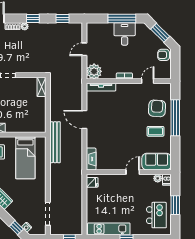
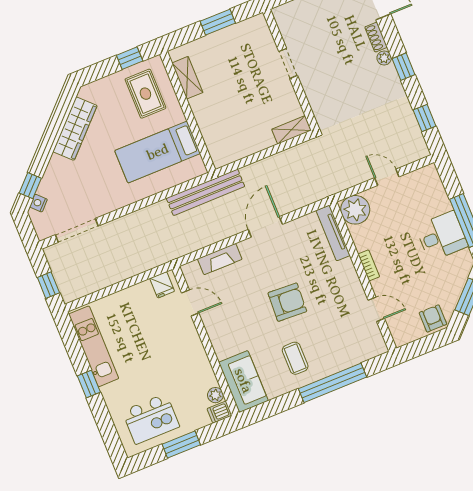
armchair: (157, 108) -> (287, 302), moved
fireplace: (91, 159) -> (220, 259), moved
door: (133, 172) -> (190, 303), moved

